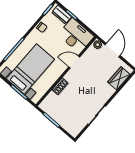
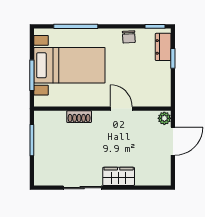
desk: (76, 35) -> (153, 84), removed
wardrobe: (119, 78) -> (119, 176), moved

